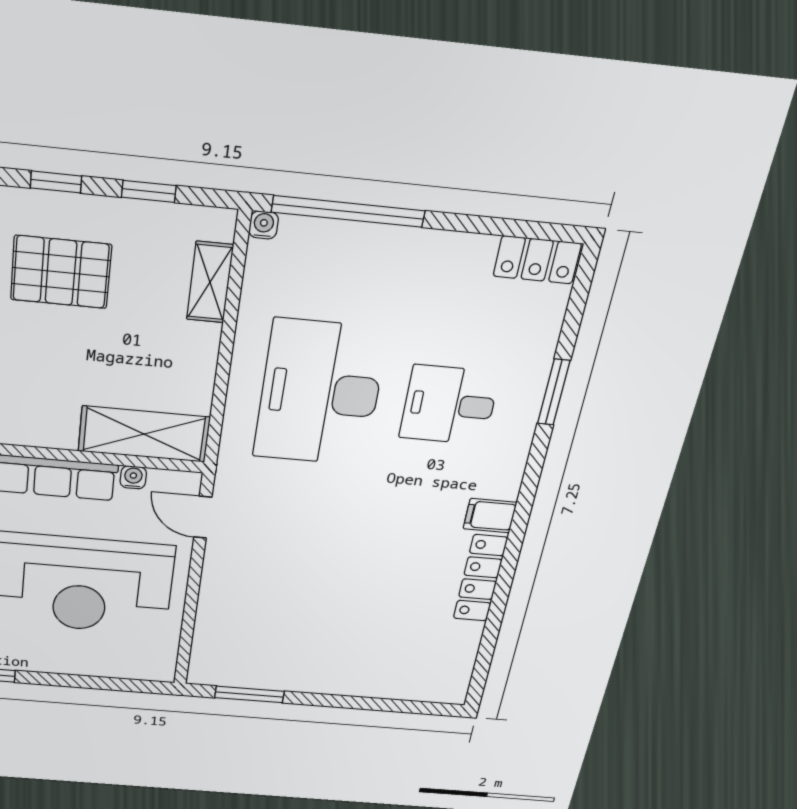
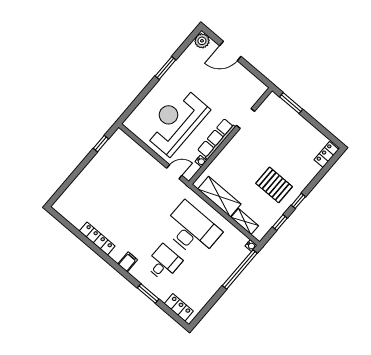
locker: (537, 260) -> (179, 307), moved, turned 90
pallet: (61, 272) -> (274, 185), turned 90
shelving: (144, 434) -> (219, 196), moved, turned 90
filing cabinet: (490, 516) -> (128, 262), moved
window: (249, 694) -> (101, 144), width x0.67

